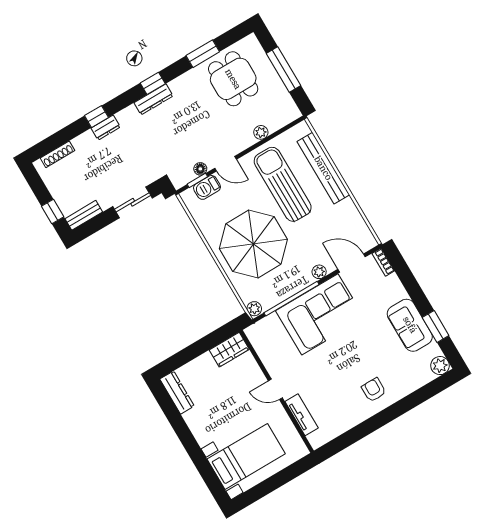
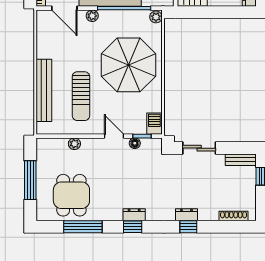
window: (203, 54) -> (83, 227), width x1.44
dresser: (154, 99) -> (134, 215), width x0.70
sun lounger: (283, 184) -> (81, 96), width x0.73, depth x0.75
barbecue: (207, 187) -> (154, 124), moved, turned -90

